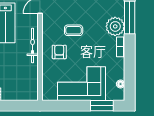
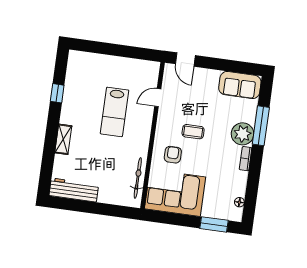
bicycle: (33, 45) -> (138, 178), moved
corner sofa: (82, 84) -> (175, 193), moved

